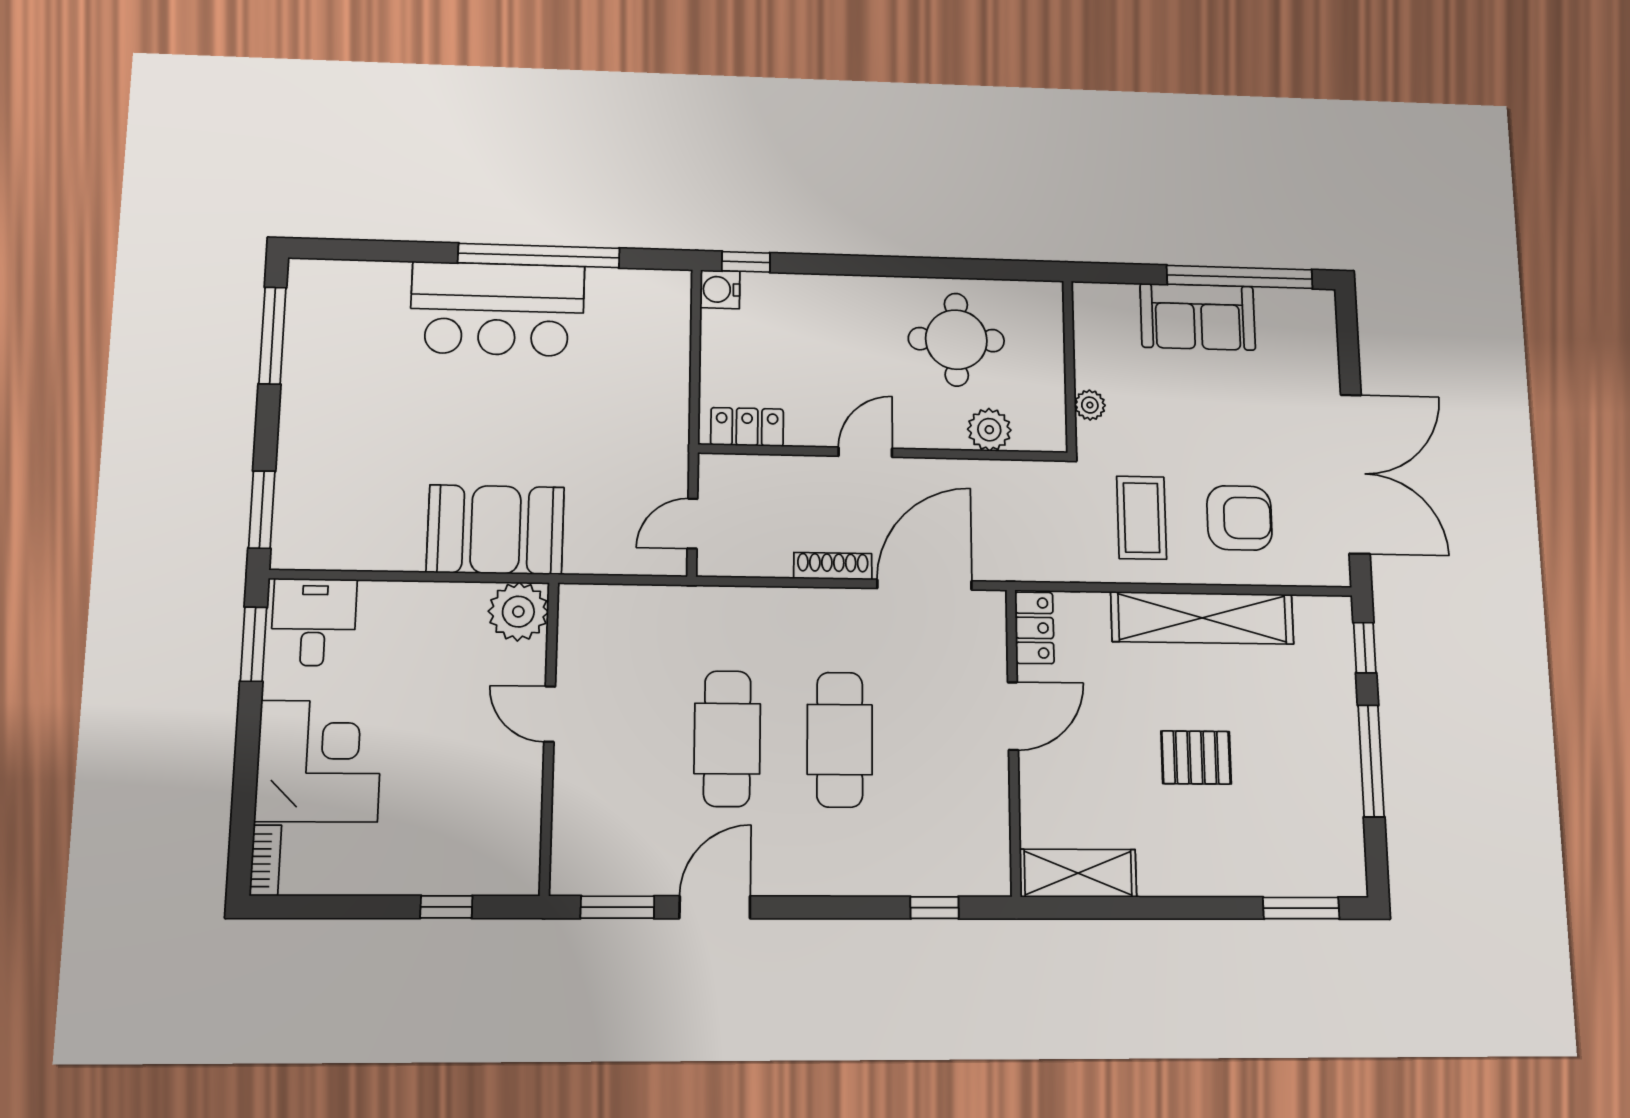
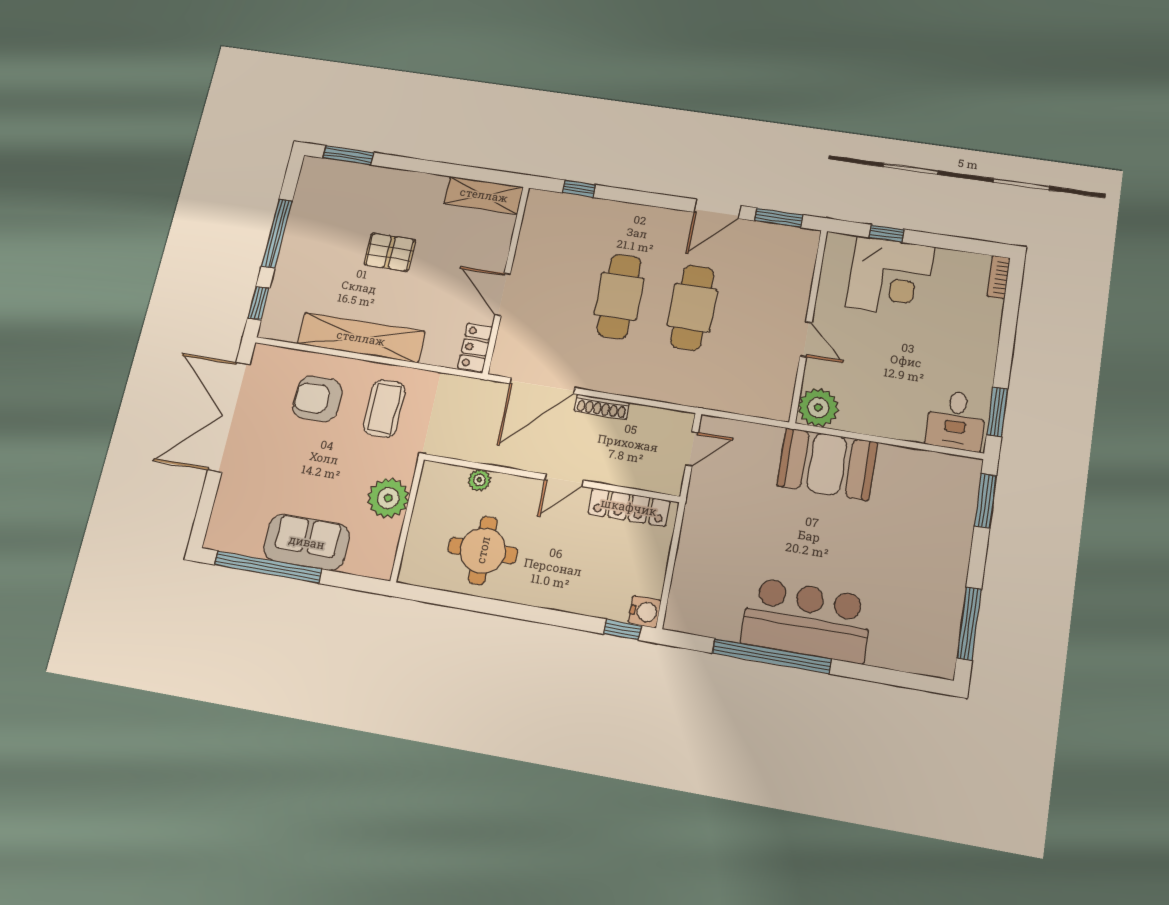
plant: (1090, 405) -> (388, 498), width x1.87, depth x1.87
locker: (747, 427) -> (629, 507), width x1.53
plant: (989, 430) -> (479, 480), width x0.73, depth x0.73
door: (1013, 716) -> (503, 294), hinge flipped
corner desk: (319, 761) -> (890, 277), moved, turned -90

